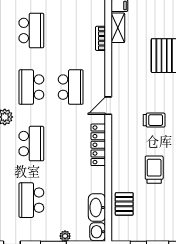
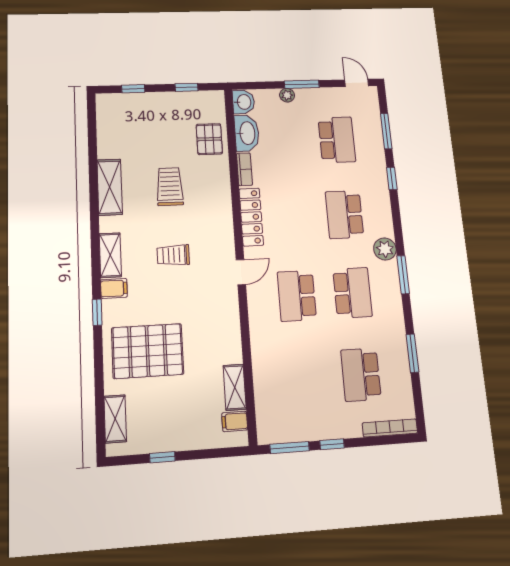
bookcase: (100, 38) -> (245, 169), moved
trolley: (154, 170) -> (170, 186), turned 180

